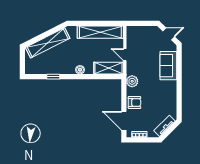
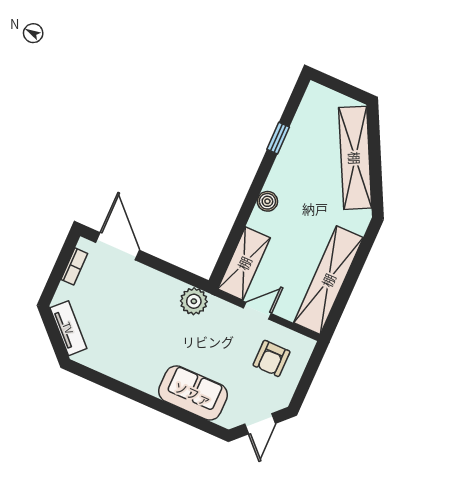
armchair: (135, 103) -> (271, 358), moved
door: (124, 121) -> (118, 246), hinge flipped

